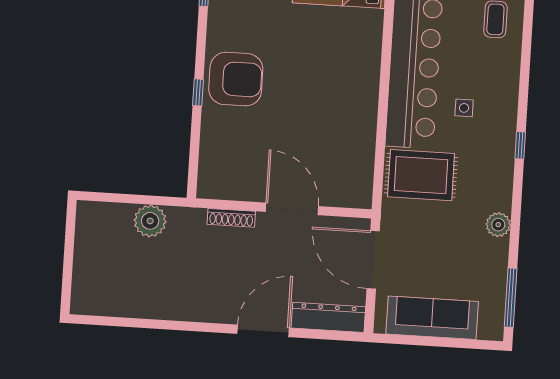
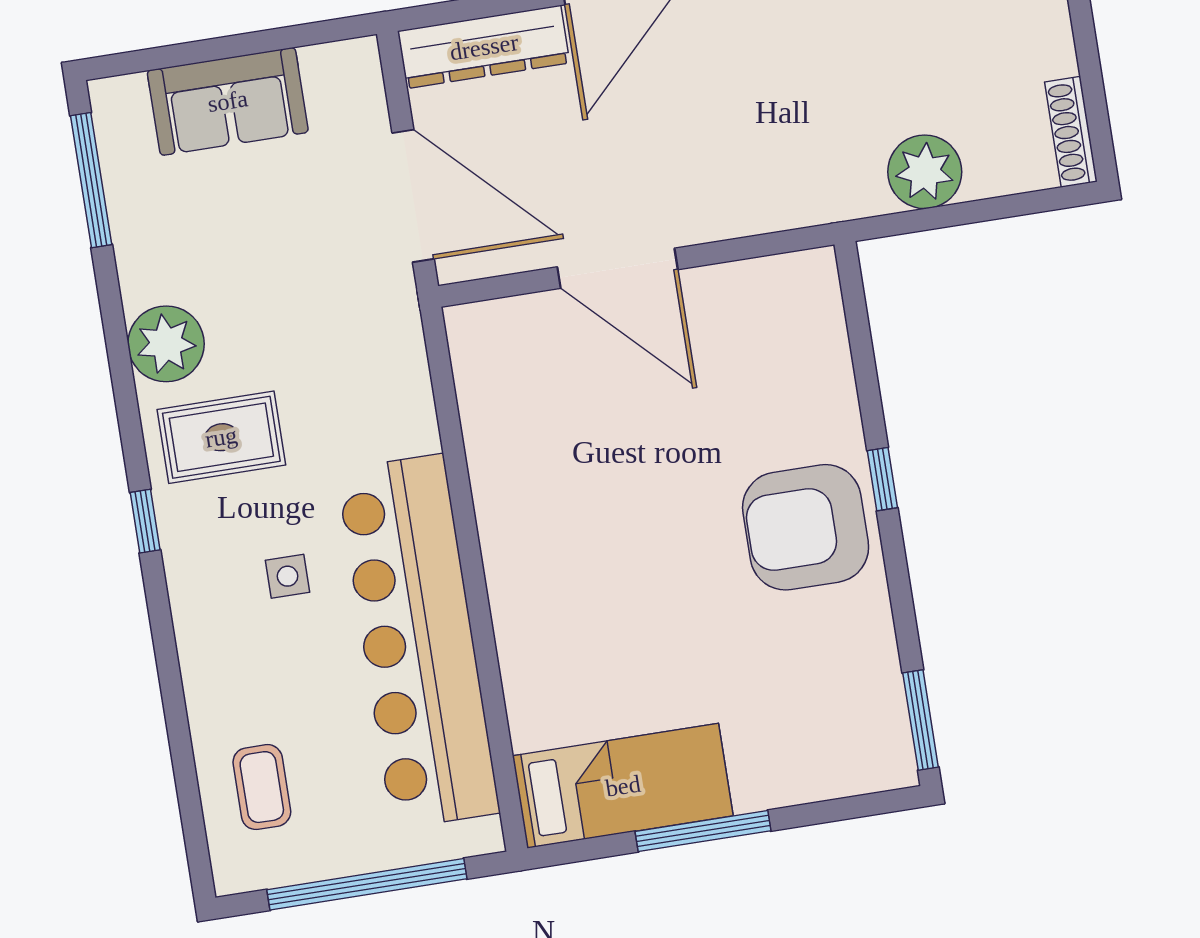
rug: (421, 175) -> (221, 437), moved, width x0.73, depth x0.70
shoe rack: (231, 218) -> (1071, 132), moved, turned -90
plant: (498, 225) -> (166, 344), width x1.36, depth x1.36
sofa: (432, 318) -> (228, 101), width x0.73

